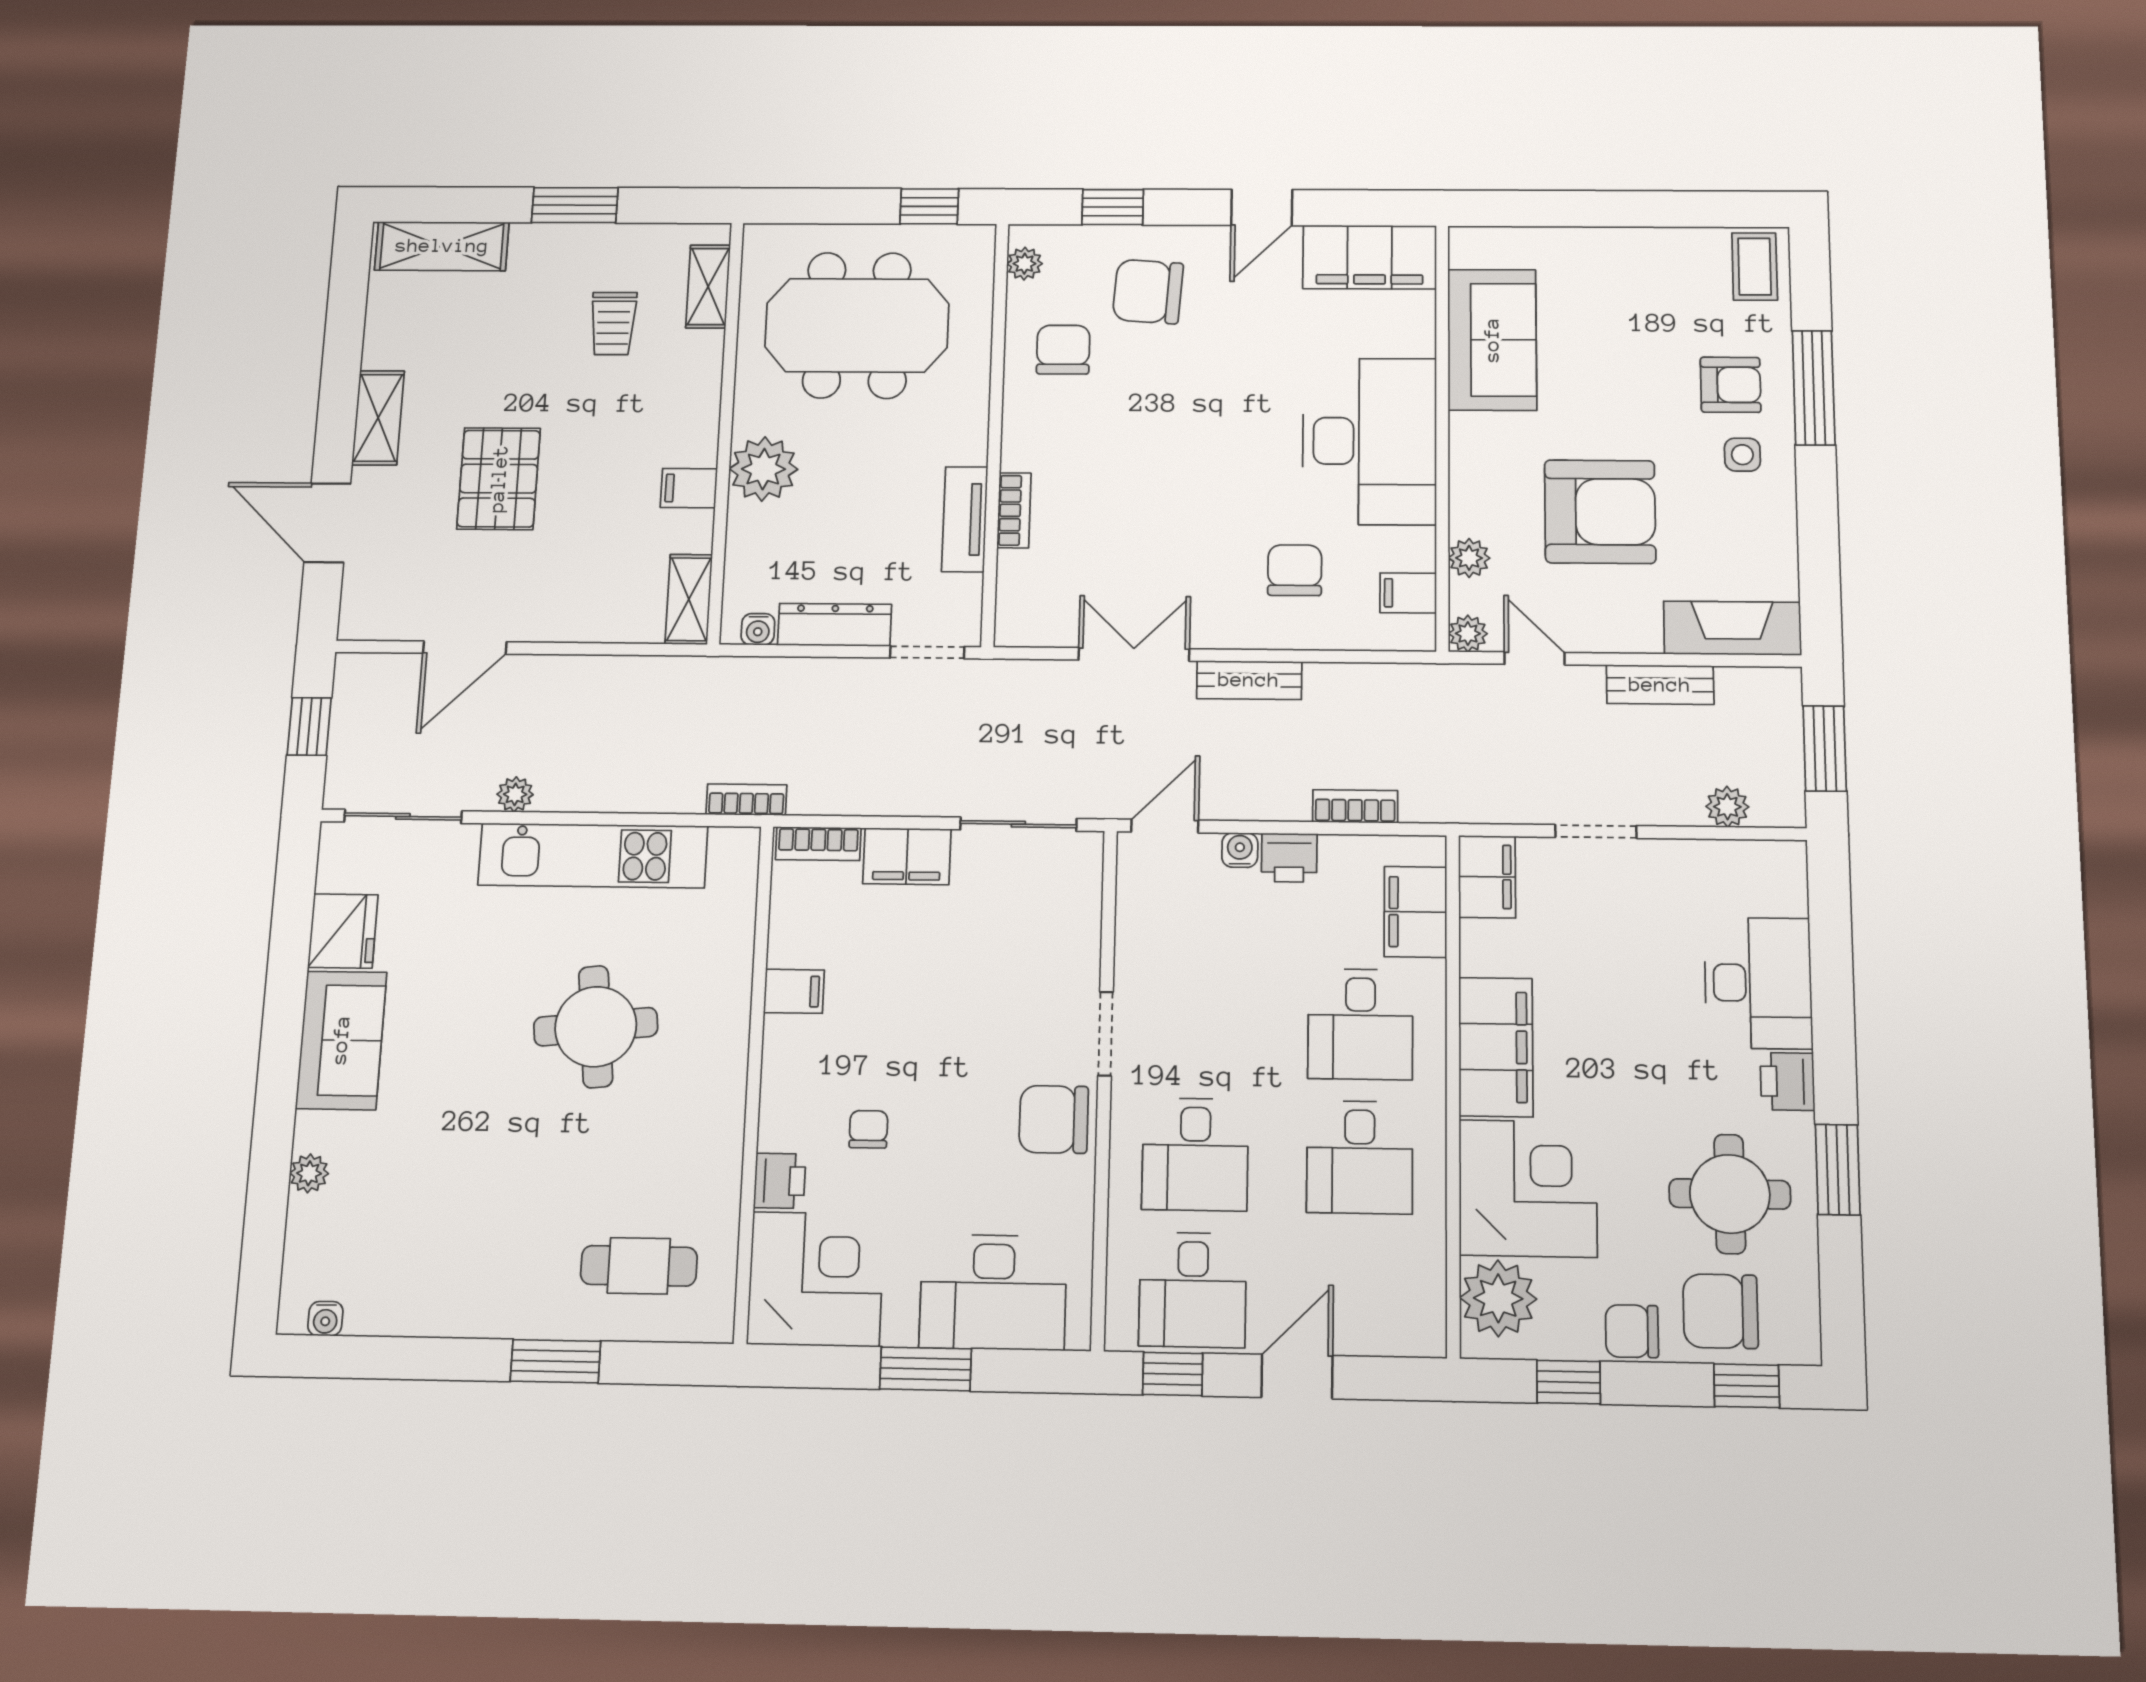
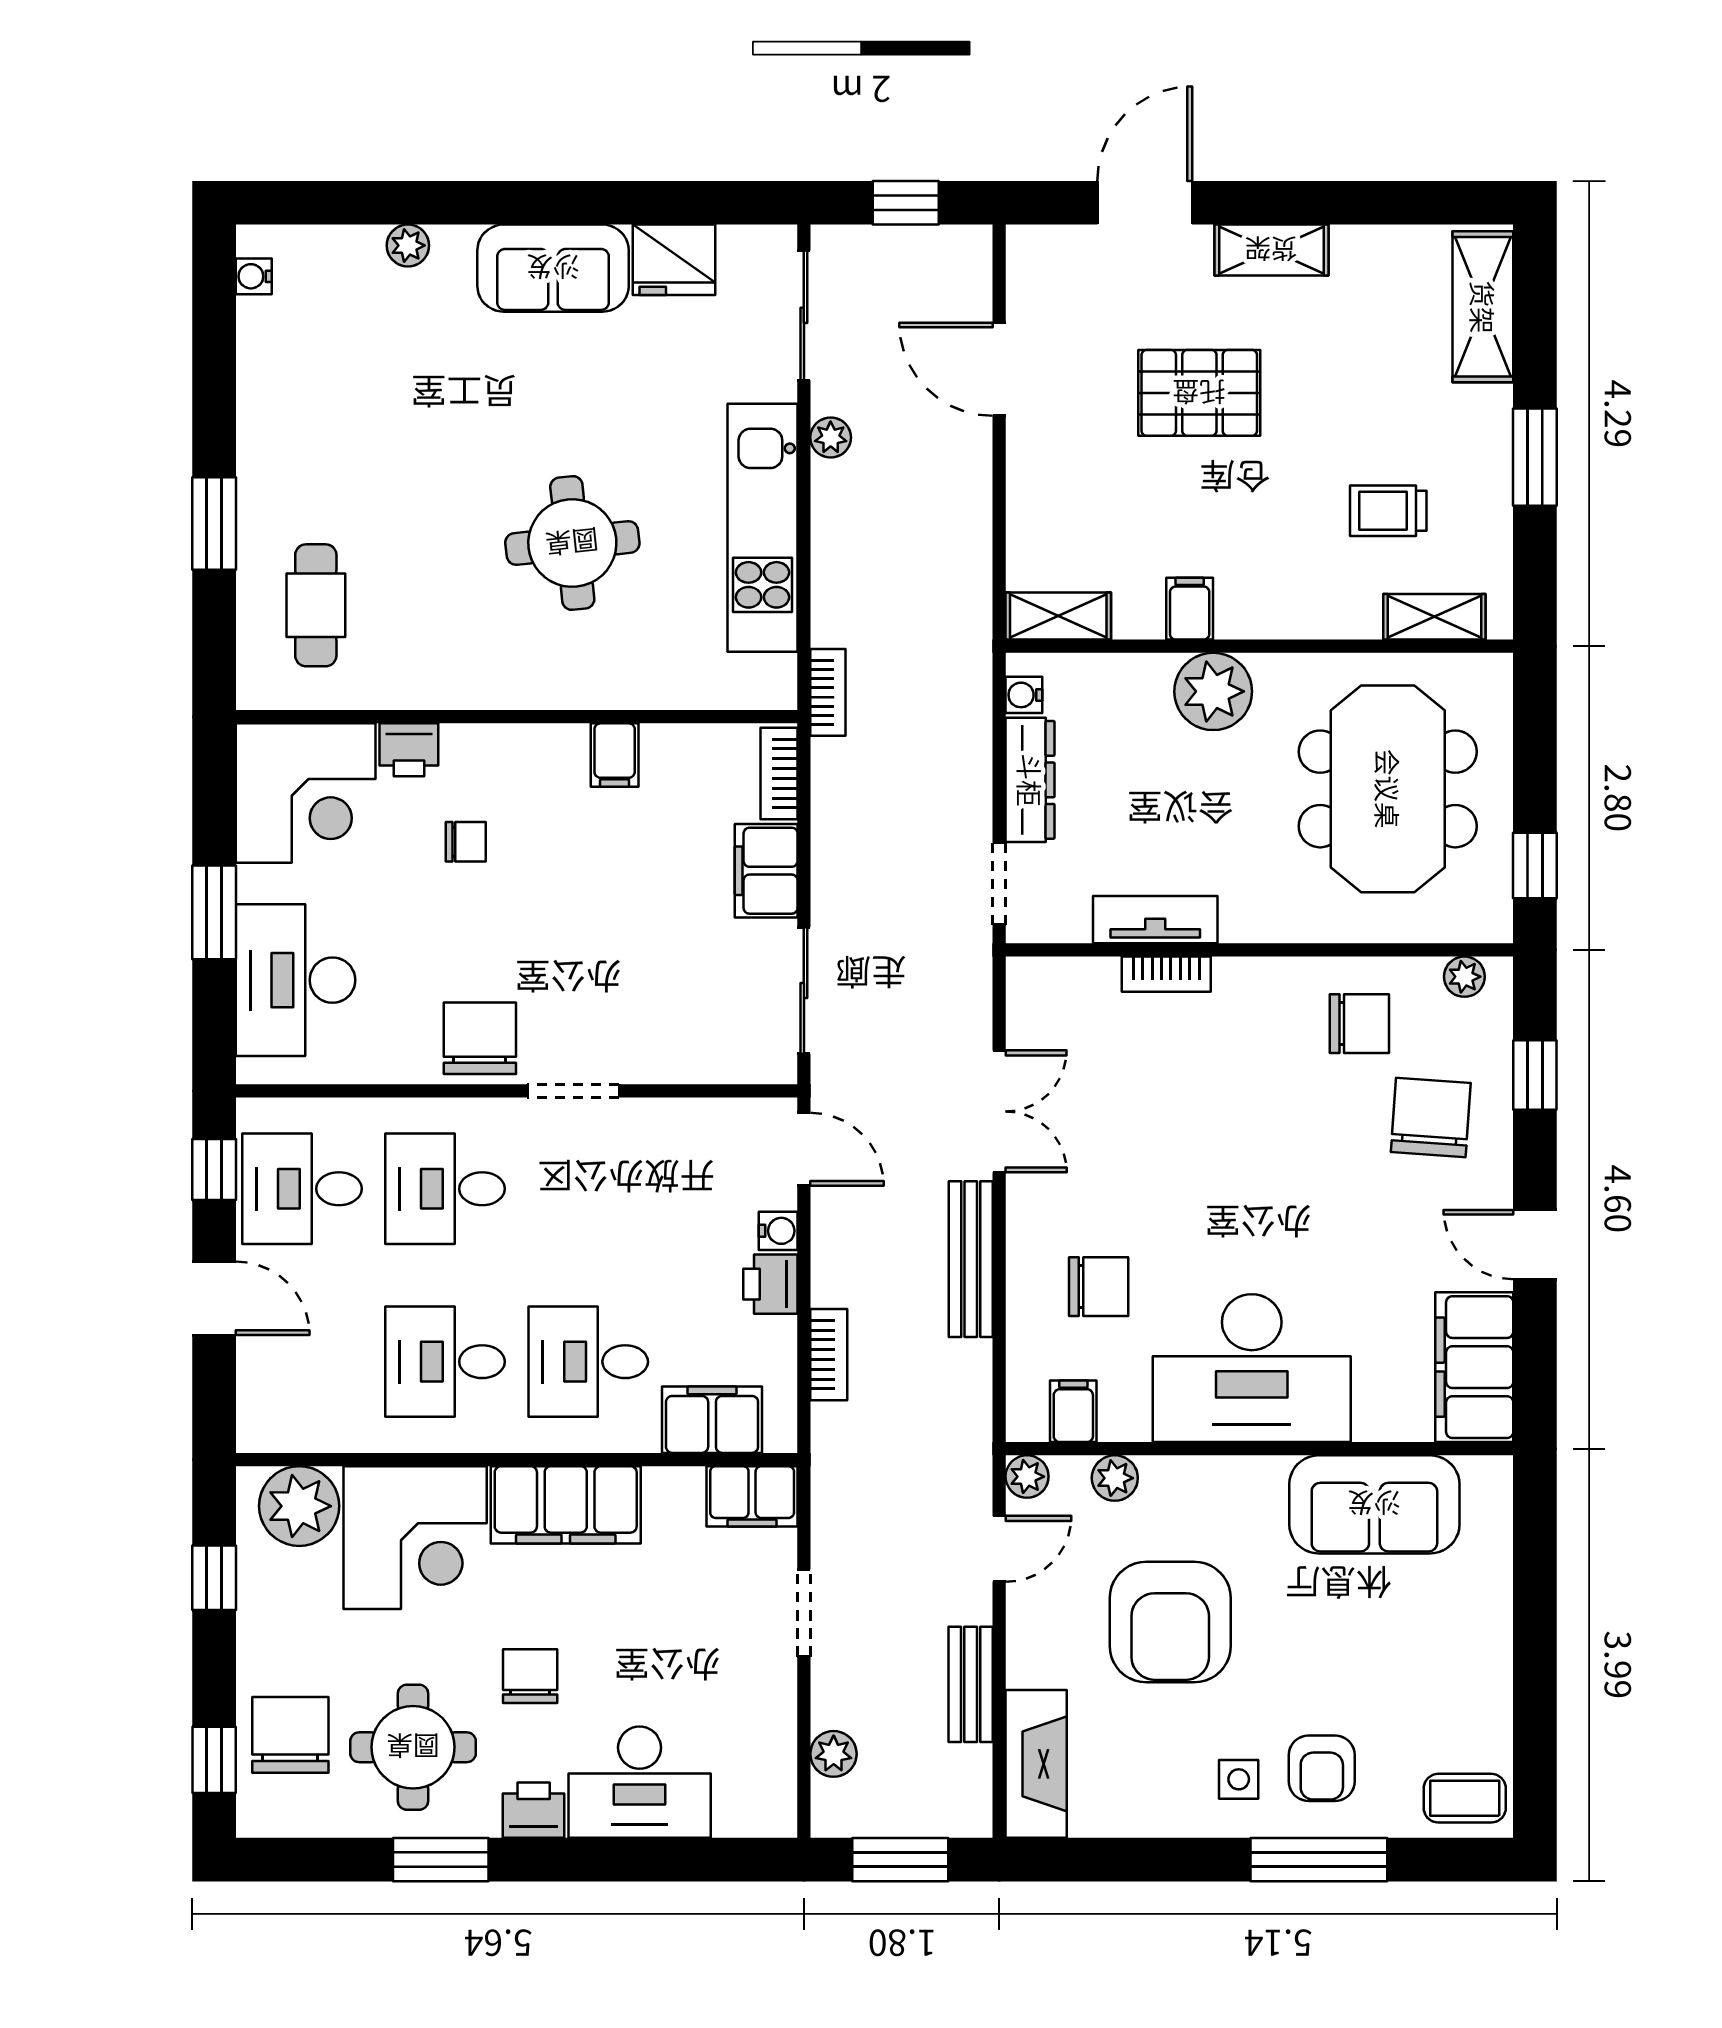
bench: (1249, 680) -> (971, 1259), width x1.36
chair: (1632, 1331) -> (530, 1676), moved

